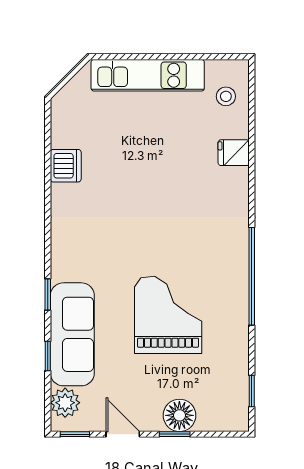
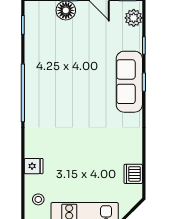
dishwasher: (66, 166) -> (133, 174), moved
grand piano: (168, 315) -> (73, 70), removed
sofa: (72, 334) -> (129, 82), moved

